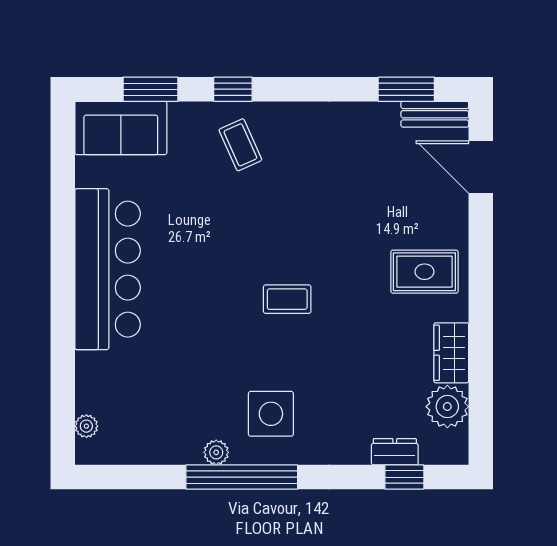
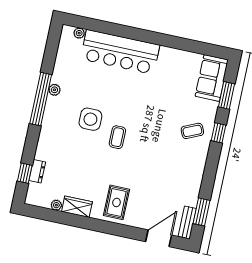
bar counter: (108, 269) -> (120, 52), moved
plant: (447, 407) -> (56, 205), width x0.53, depth x0.53
side table: (271, 414) -> (90, 119), moved

